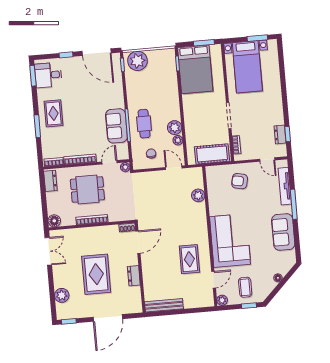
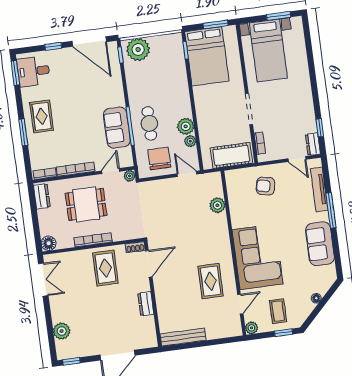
dresser: (280, 135) -> (313, 144), moved
chair: (151, 154) -> (159, 158), width x1.87, depth x1.87
rug: (96, 274) -> (105, 268), moved, width x0.73, depth x0.70

